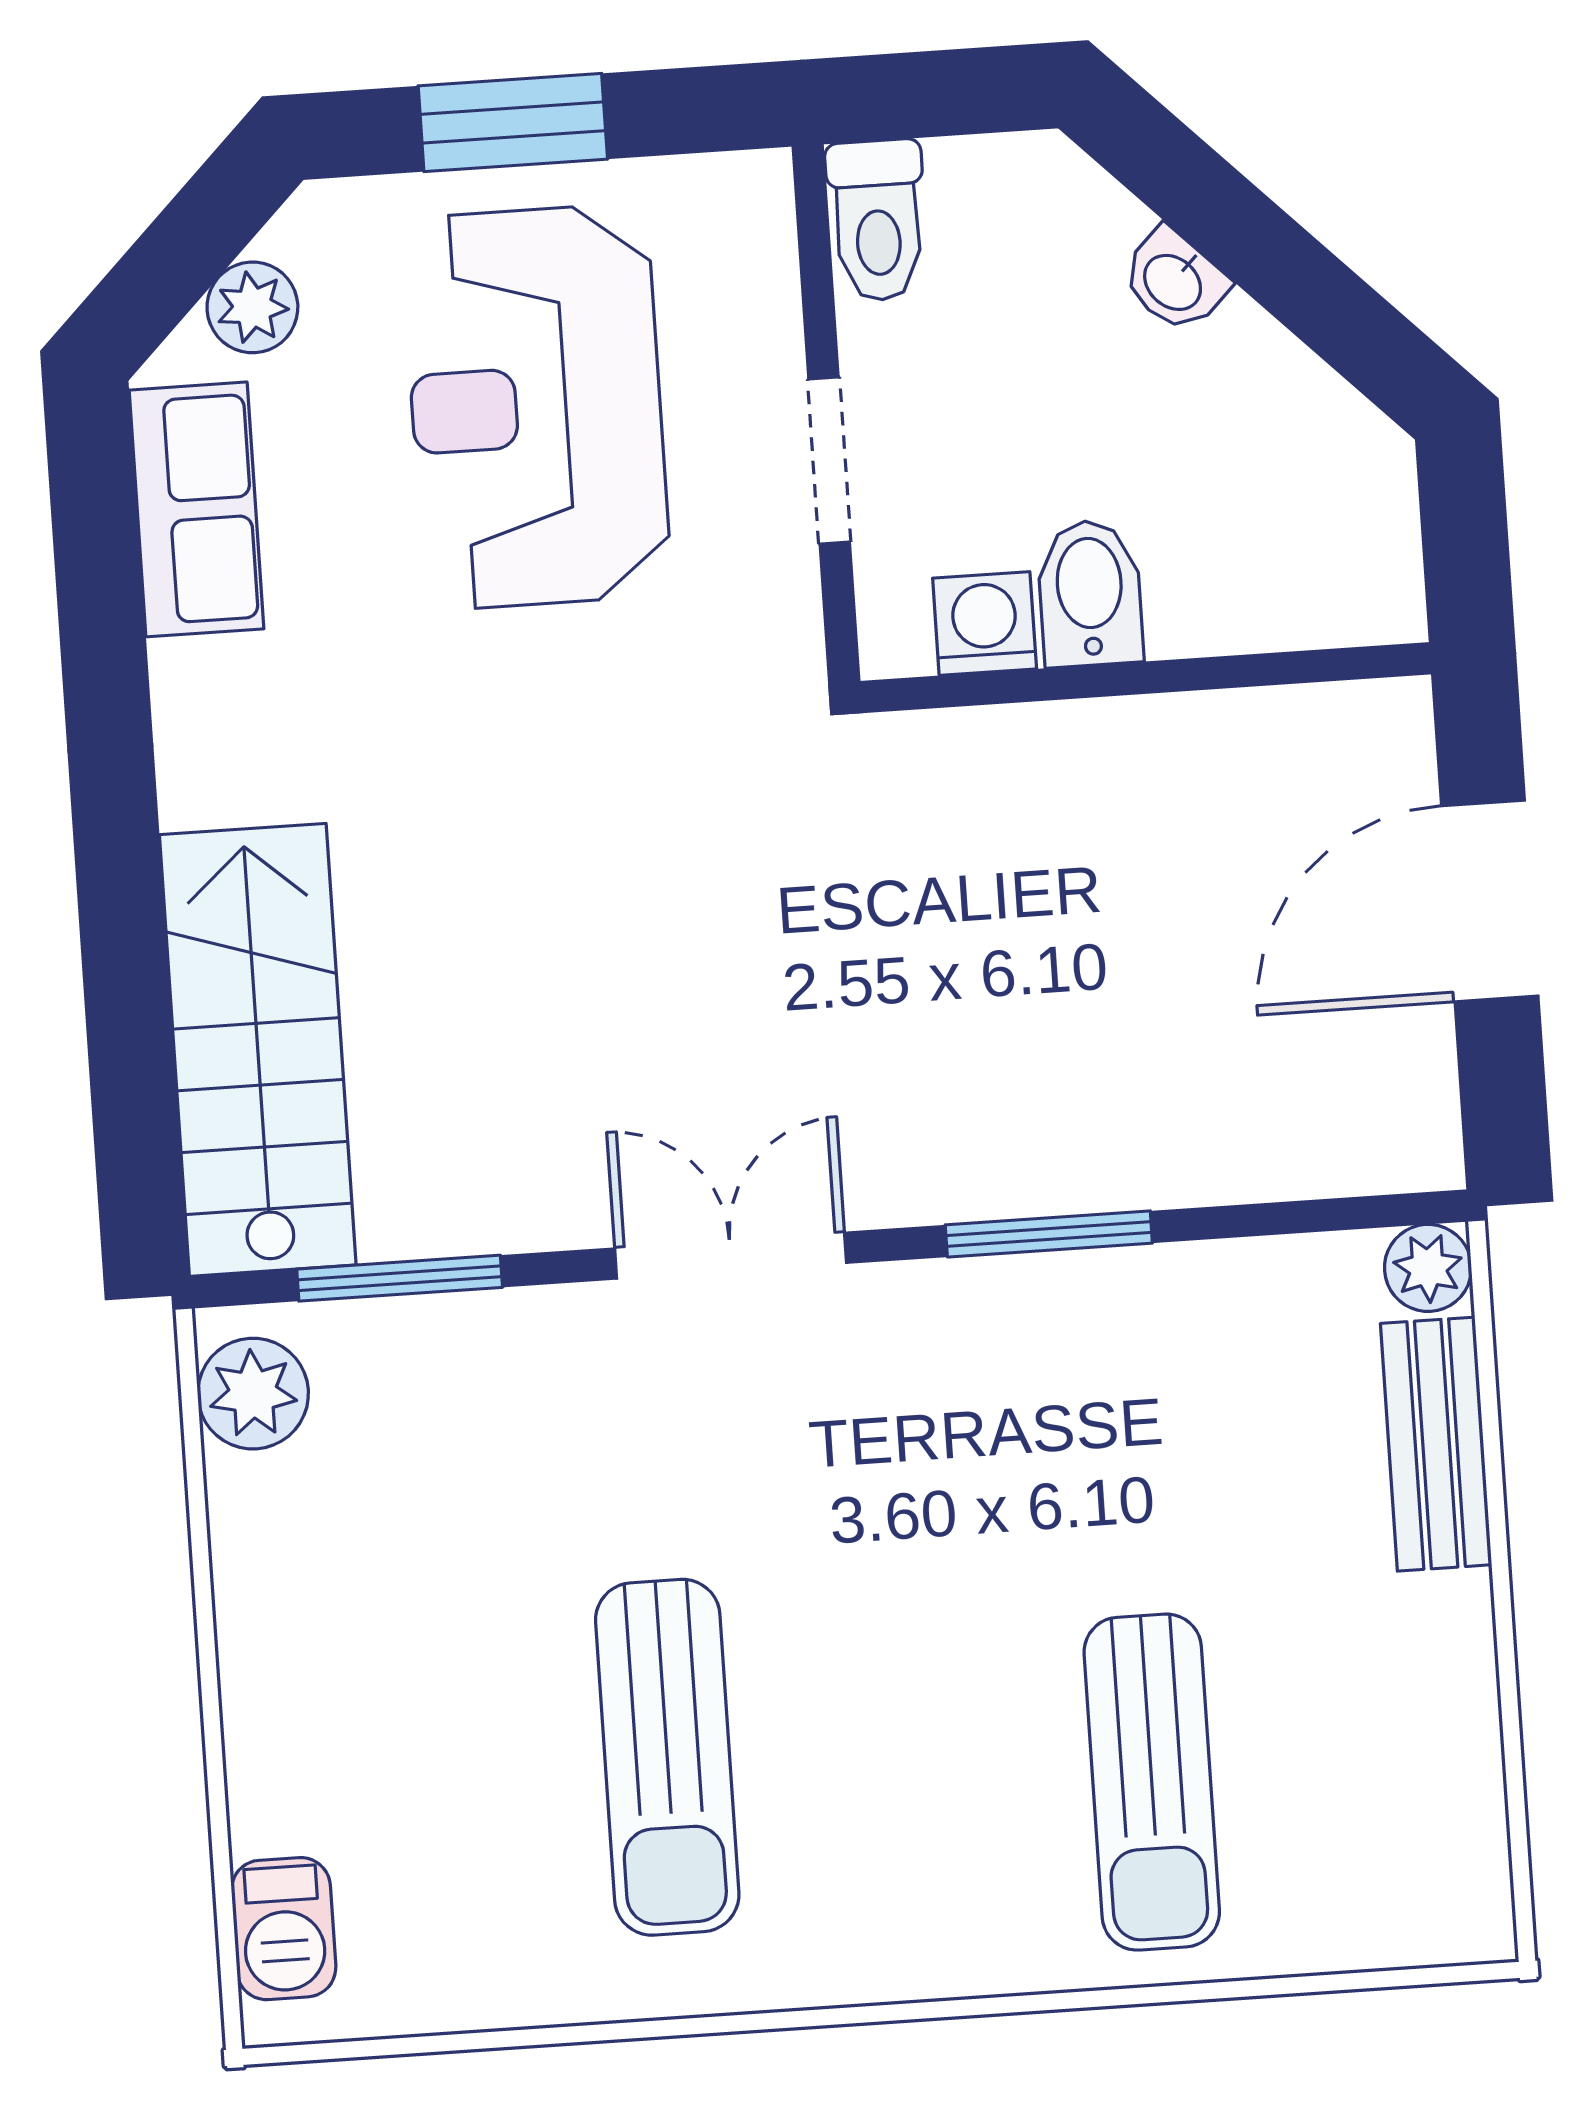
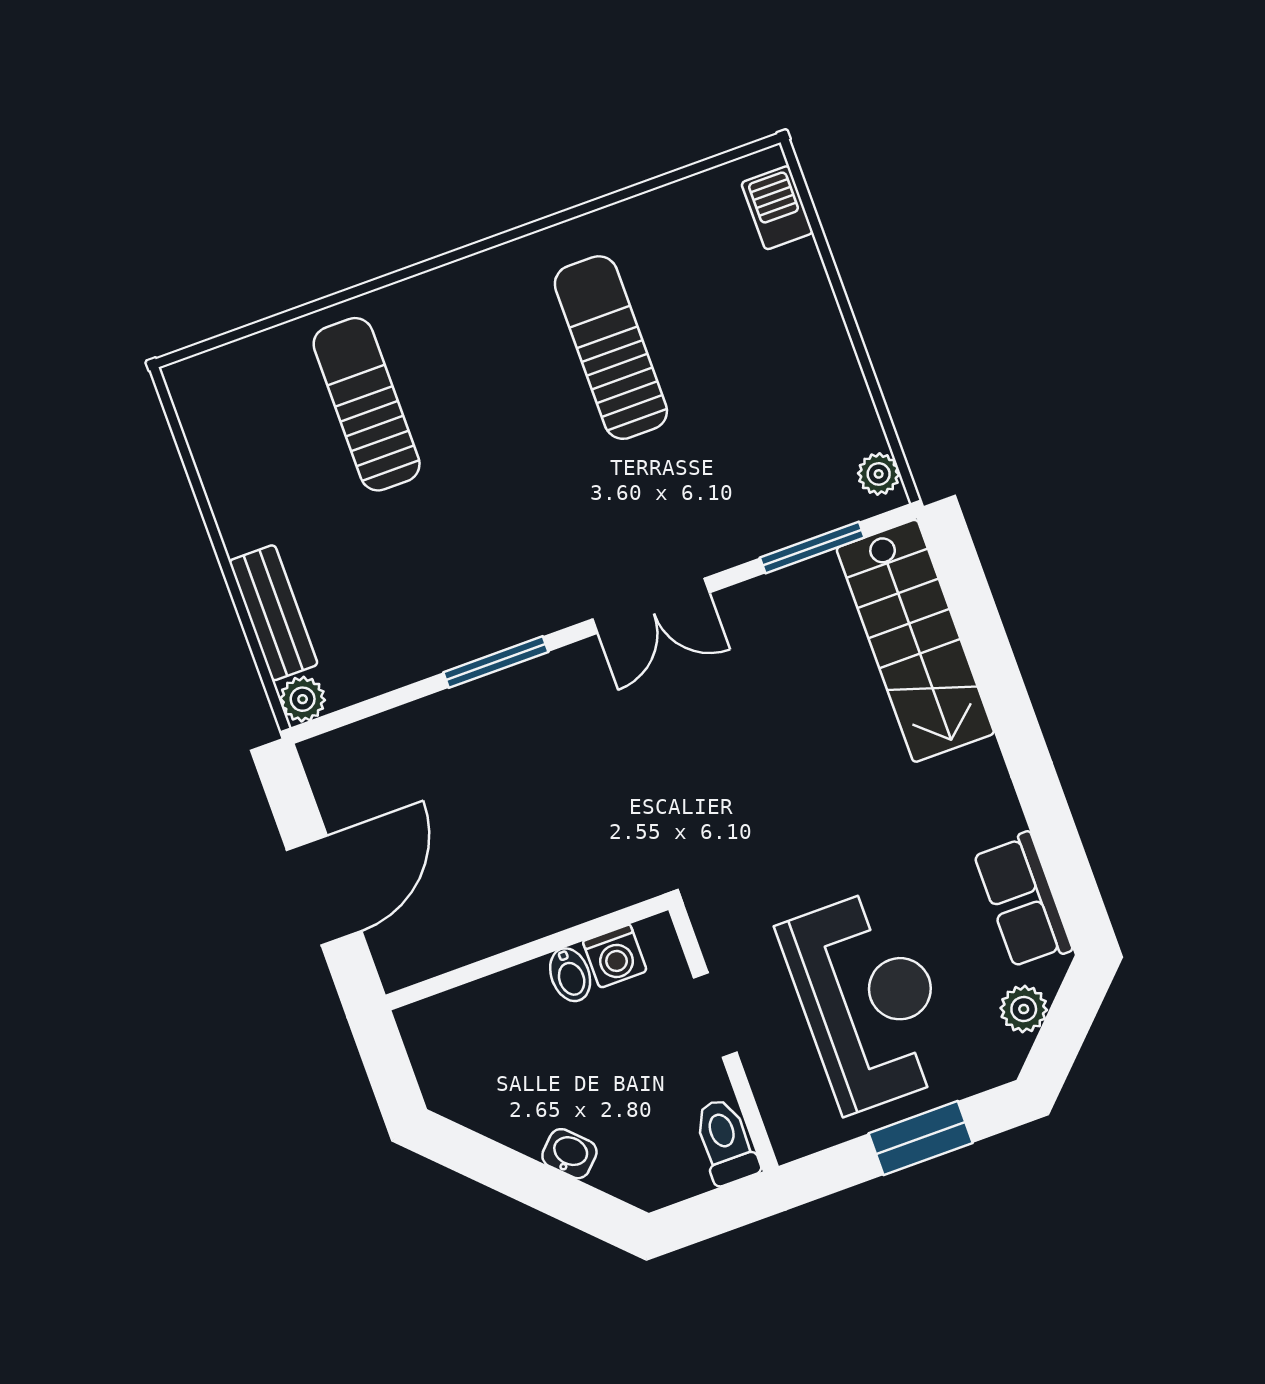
bidet: (1090, 593) -> (570, 975), width x0.72, depth x0.74
plant: (253, 1394) -> (879, 474), width x0.73, depth x0.73

